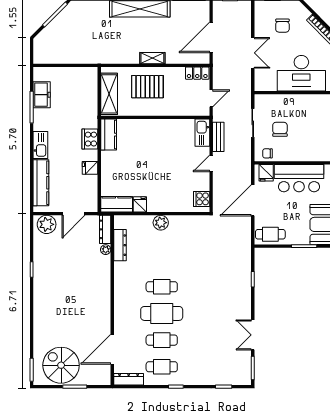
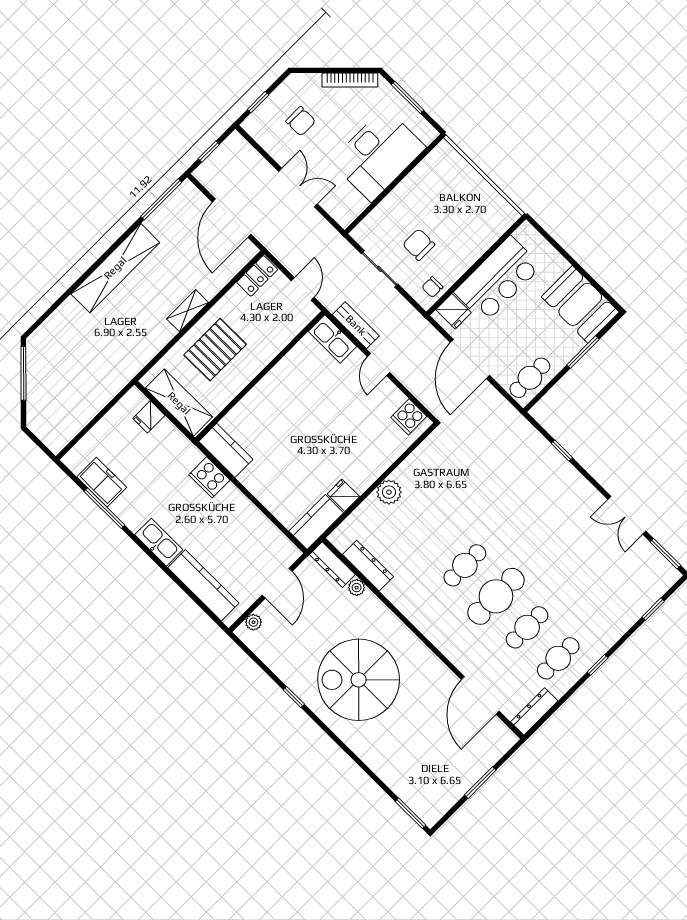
fridge: (90, 168) -> (149, 417), moved
plant: (47, 224) -> (253, 622), width x0.53, depth x0.53
spiral stairs: (61, 365) -> (359, 680), moved, width x1.37, depth x1.37

